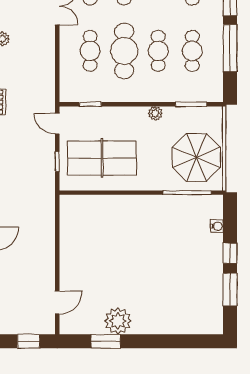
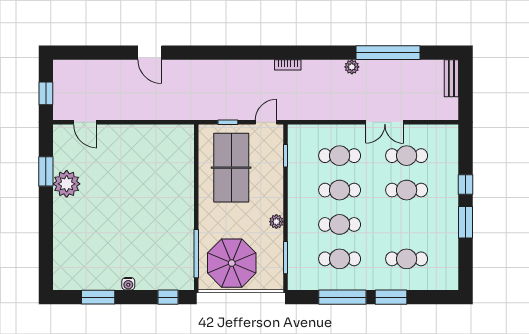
cafe table: (124, 51) -> (340, 190), width x0.73, depth x0.74
water cooler: (217, 226) -> (128, 284), moved
window: (230, 253) -> (168, 297), moved

